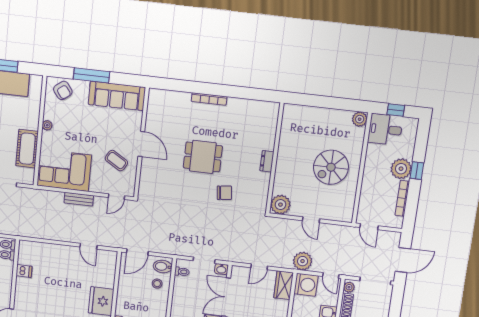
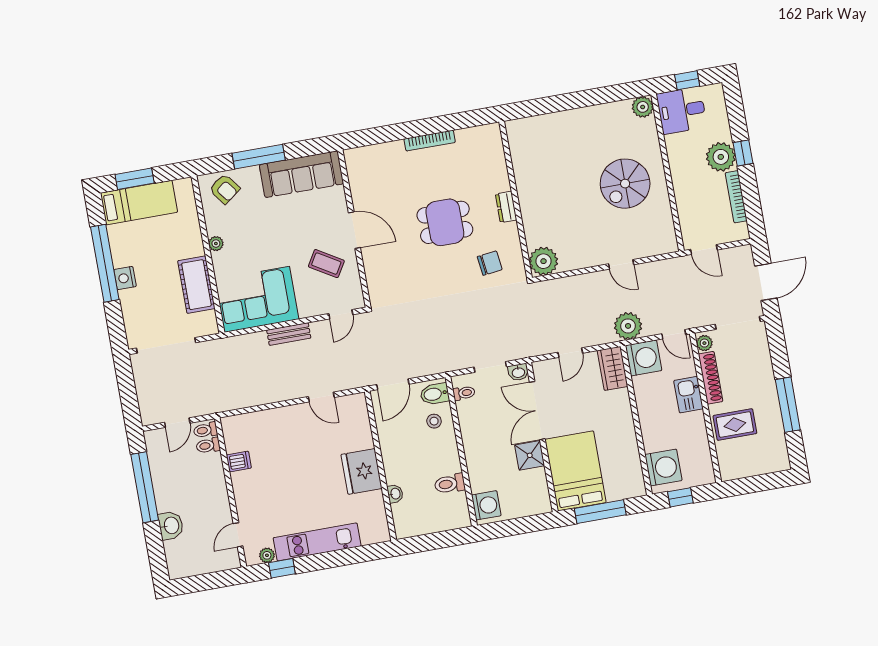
wall: (275, 158) -> (516, 200), moved
dresser: (267, 161) -> (506, 207), moved
plant: (280, 205) -> (544, 261), moved

